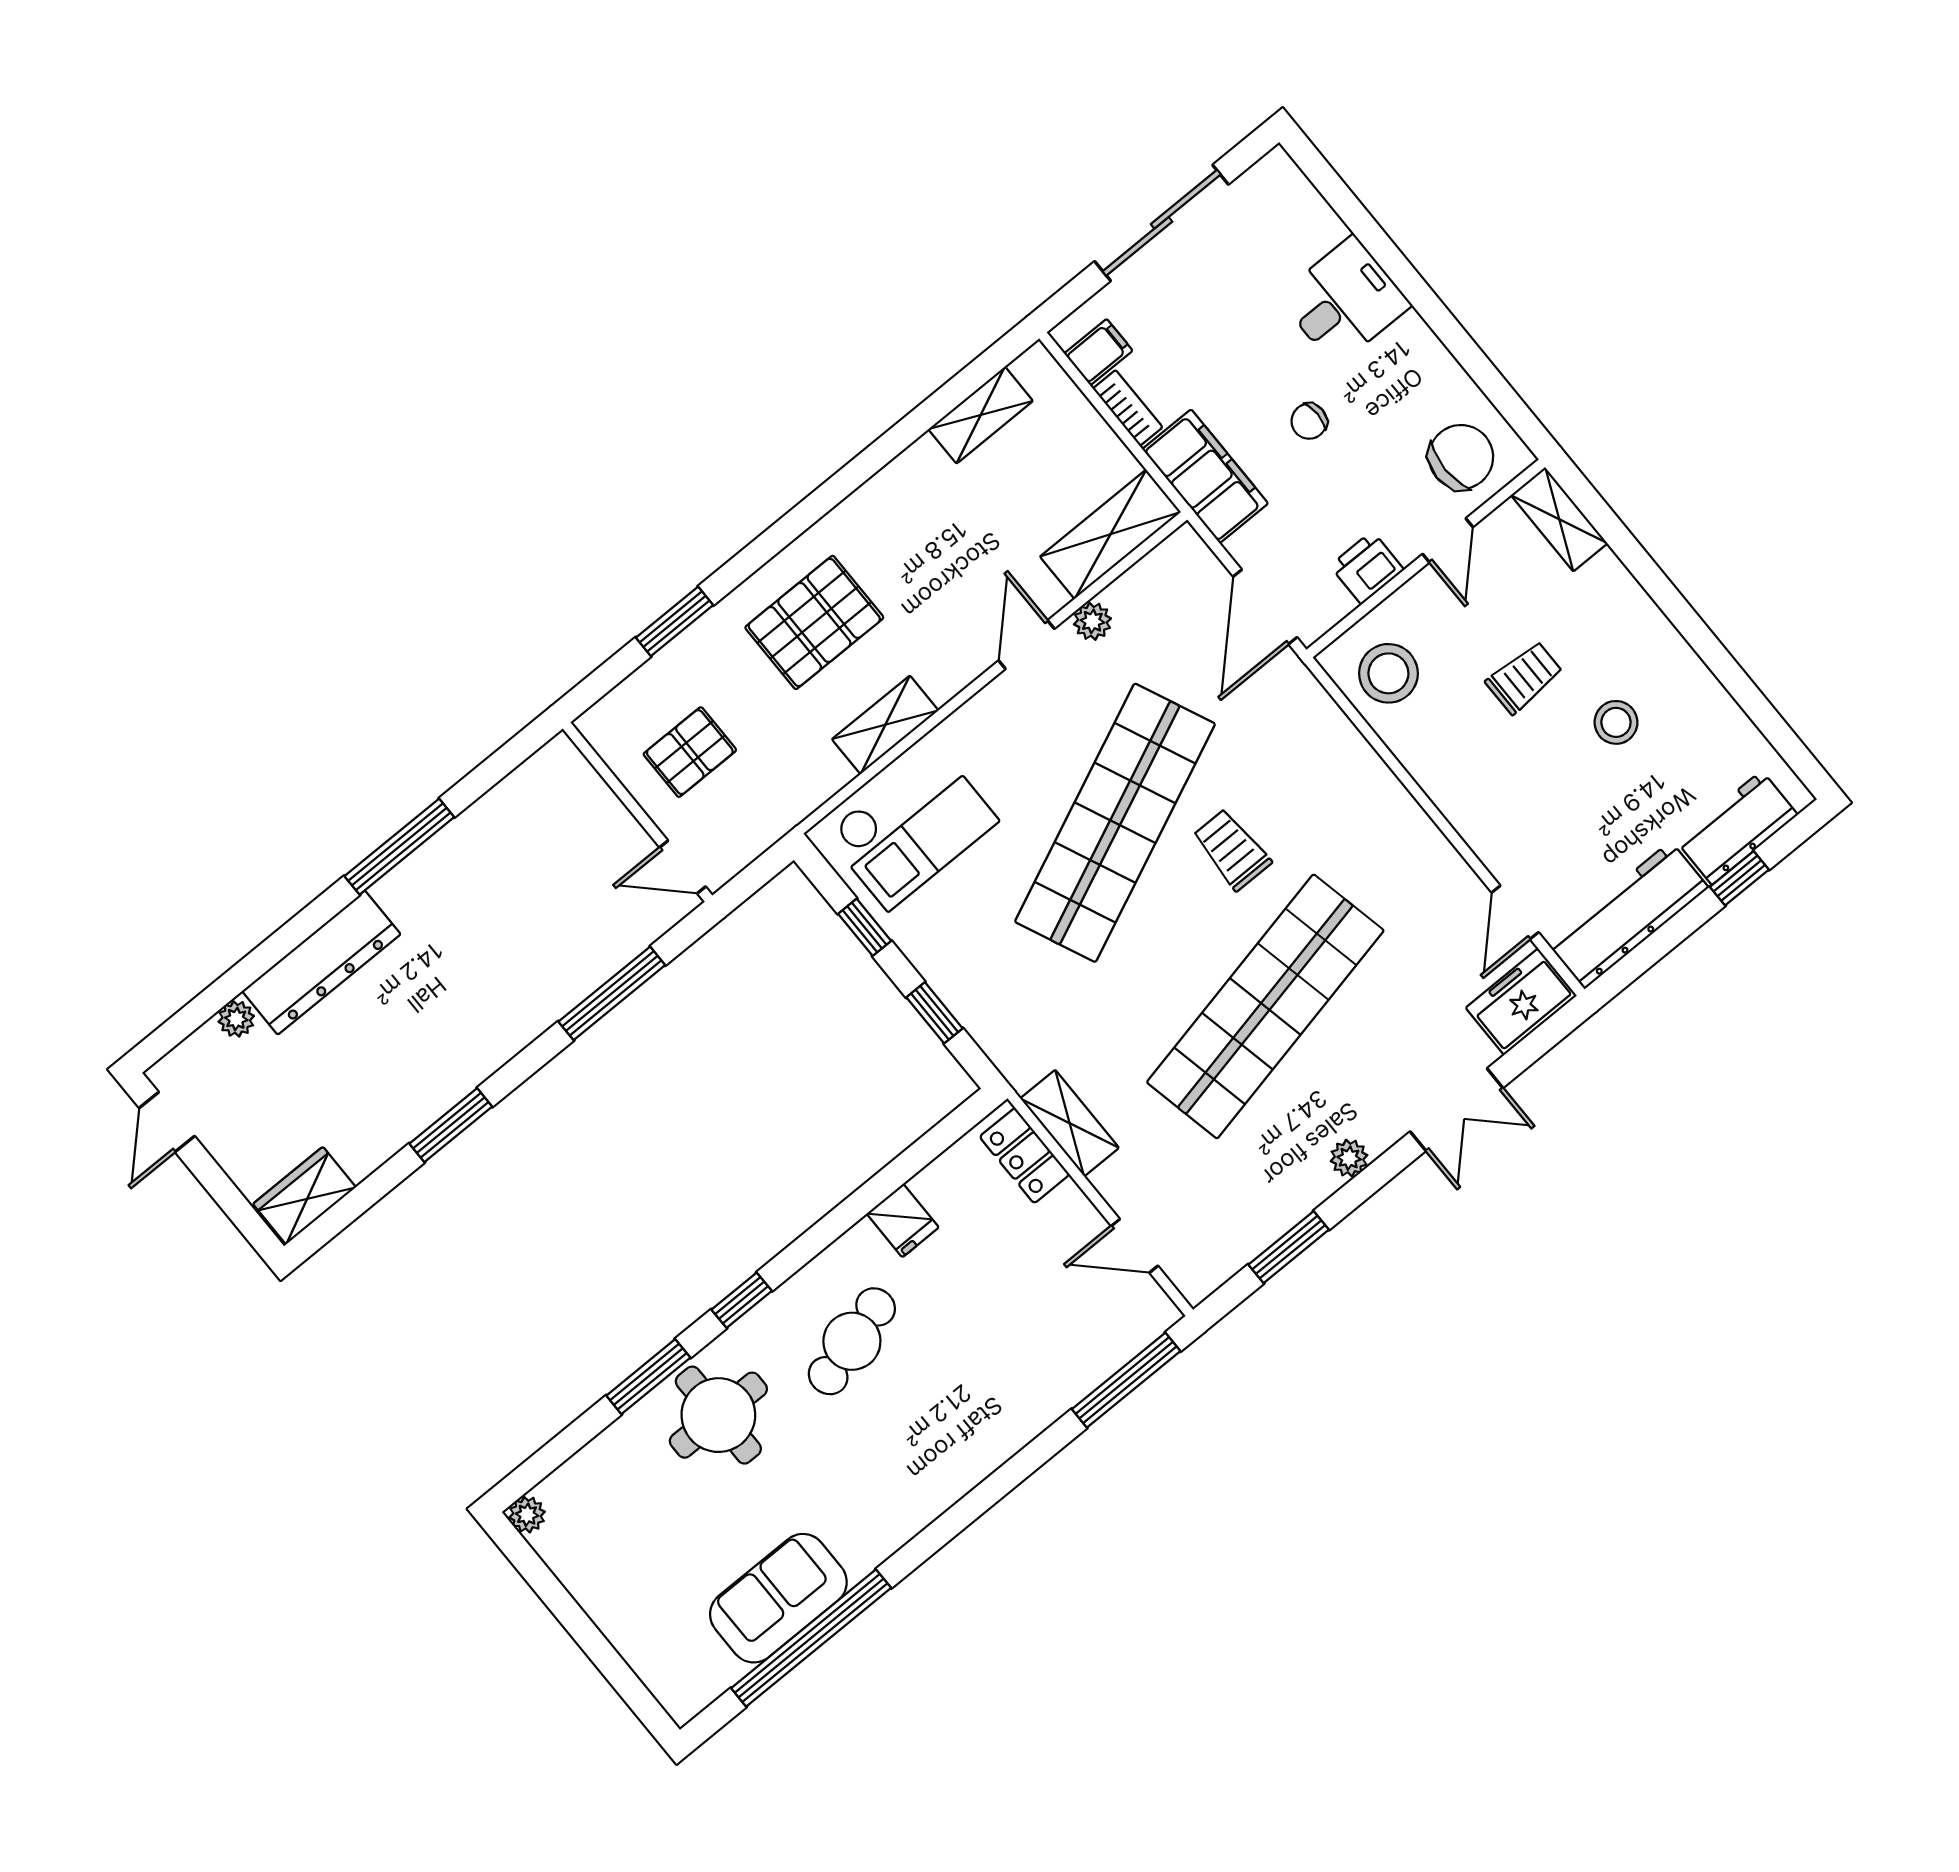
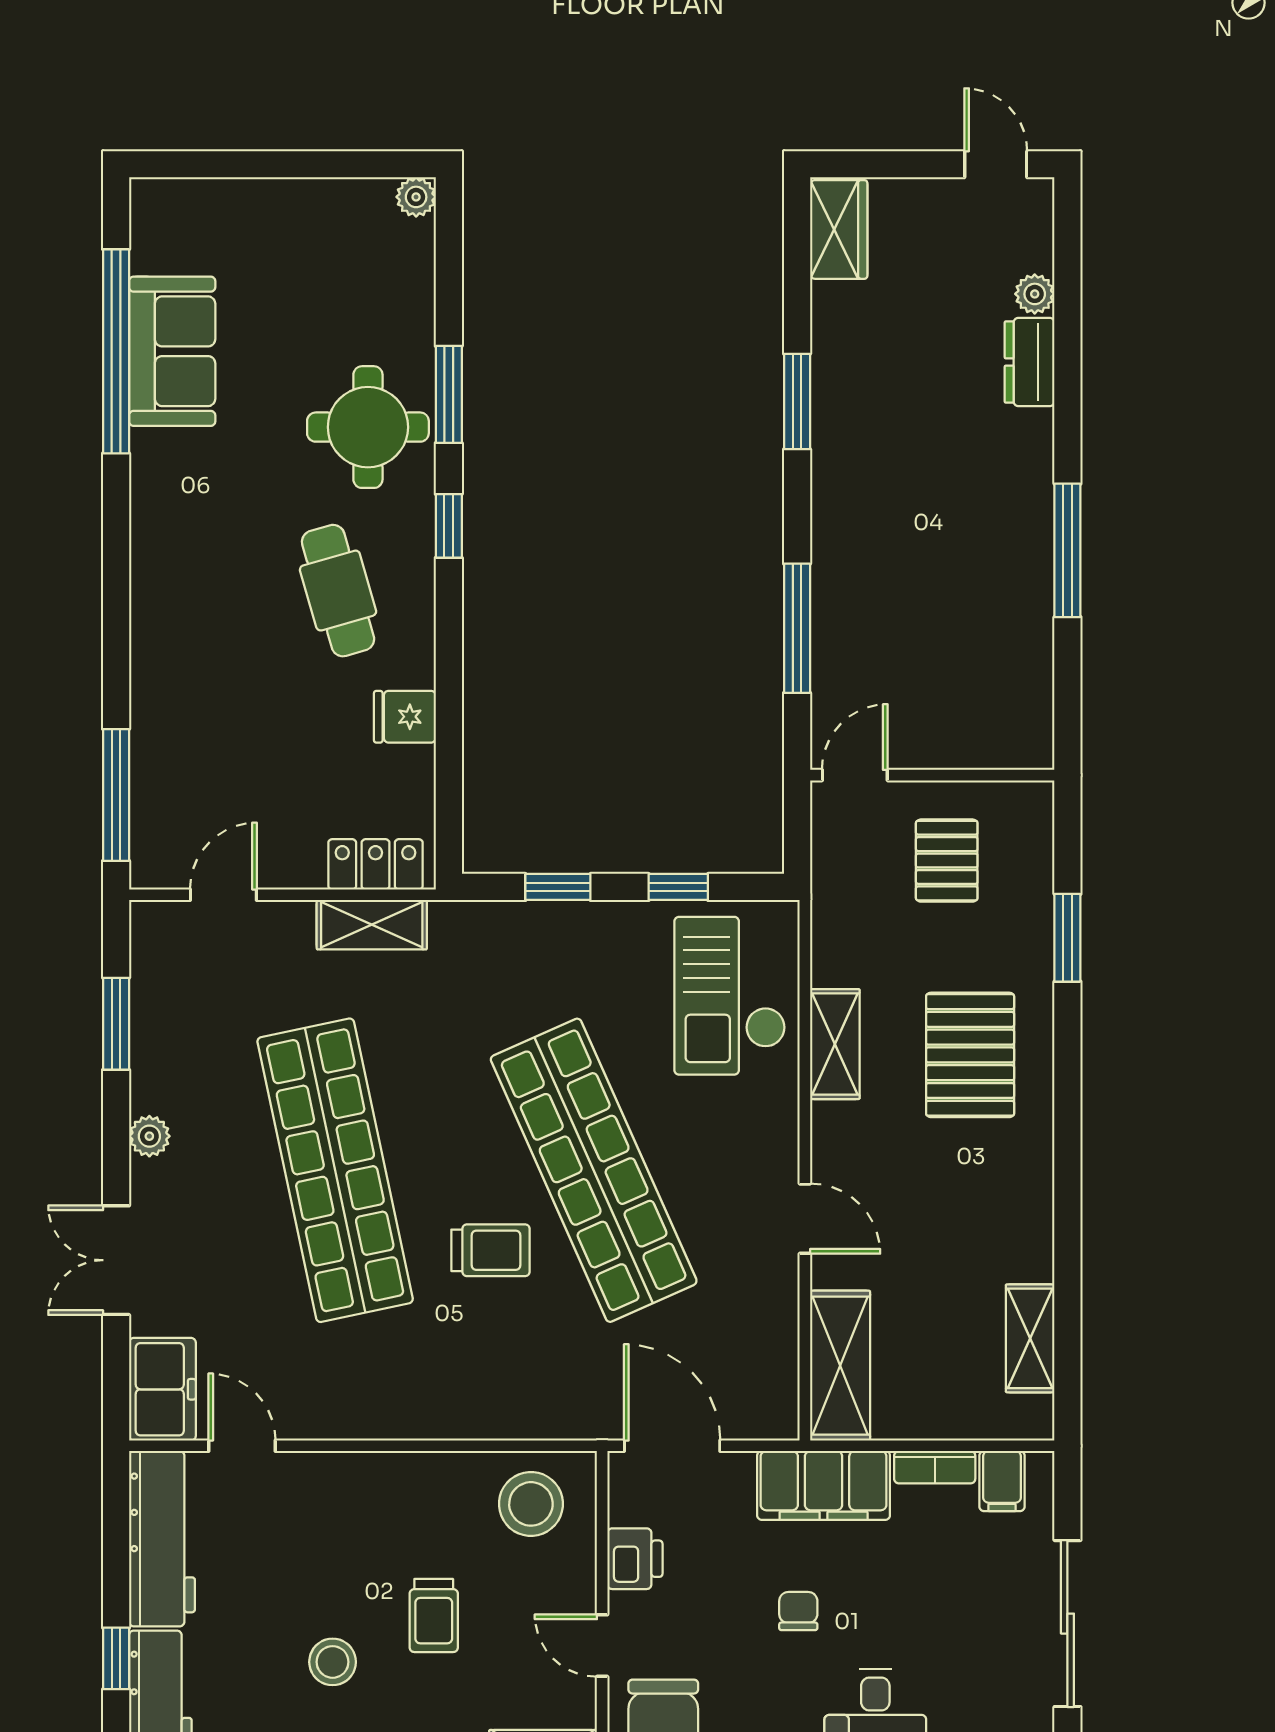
plant: (1092, 621) -> (779, 1290), removed
dresser: (321, 963) -> (1030, 362), width x0.51, depth x0.80

